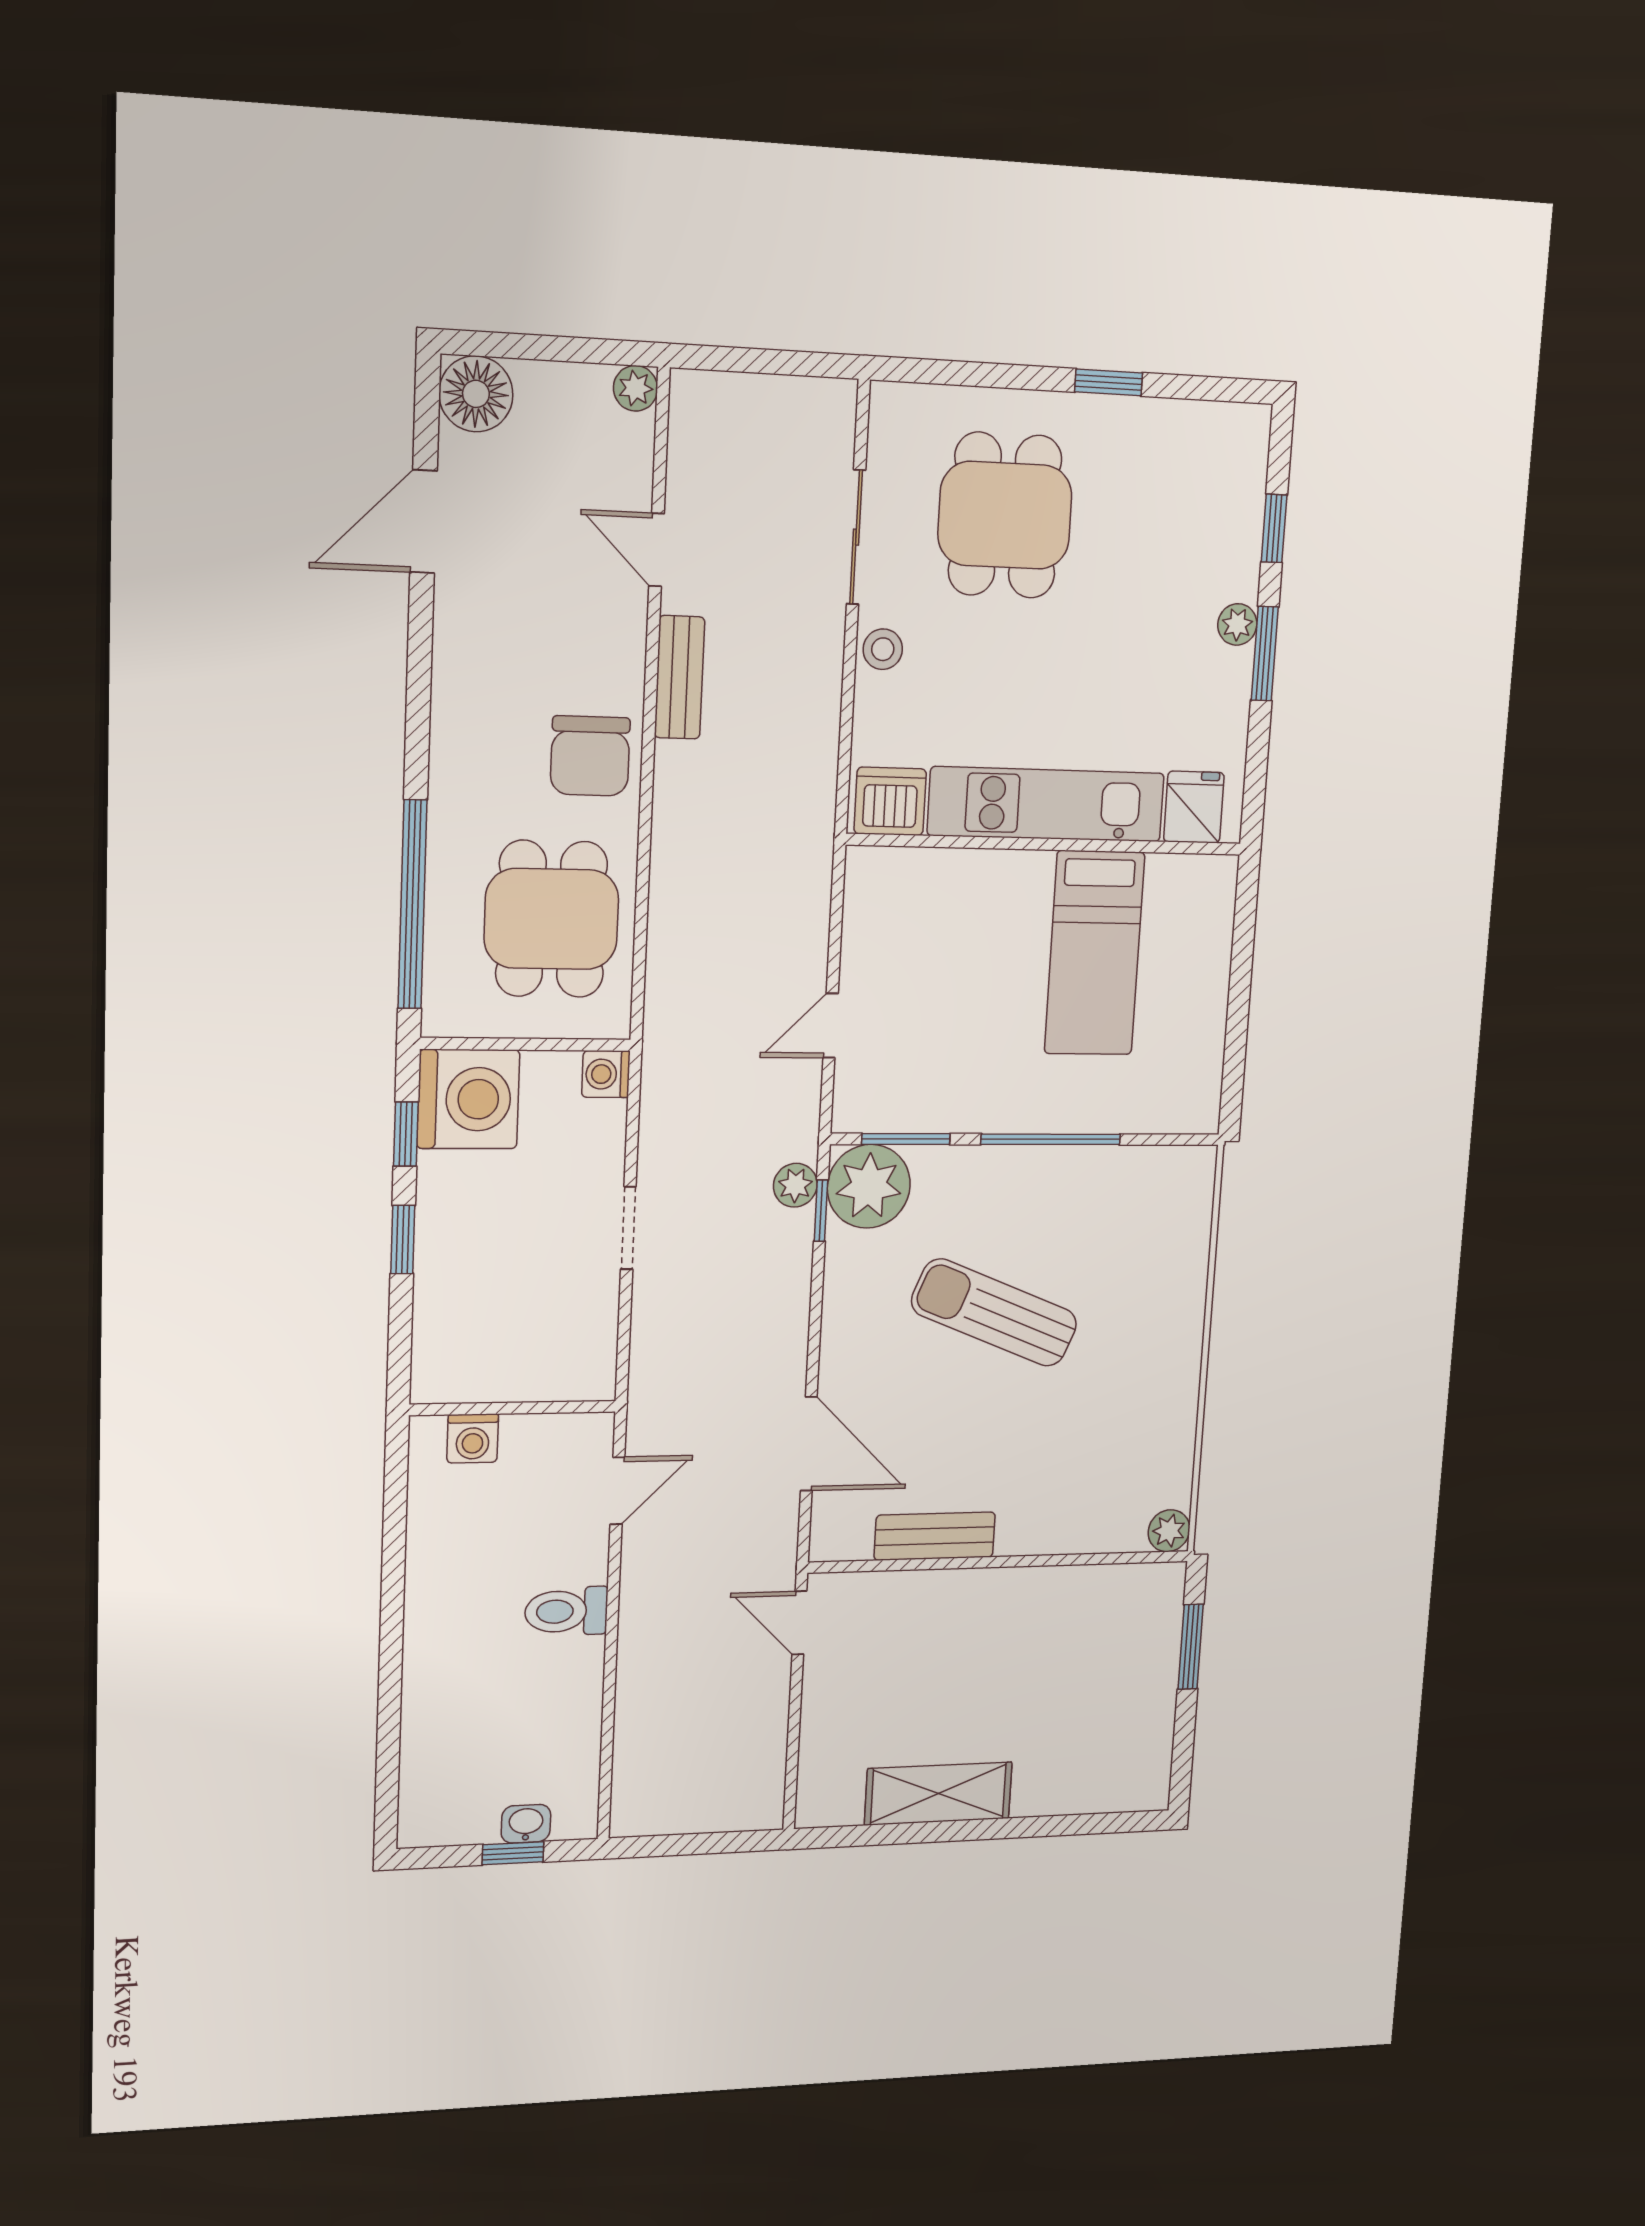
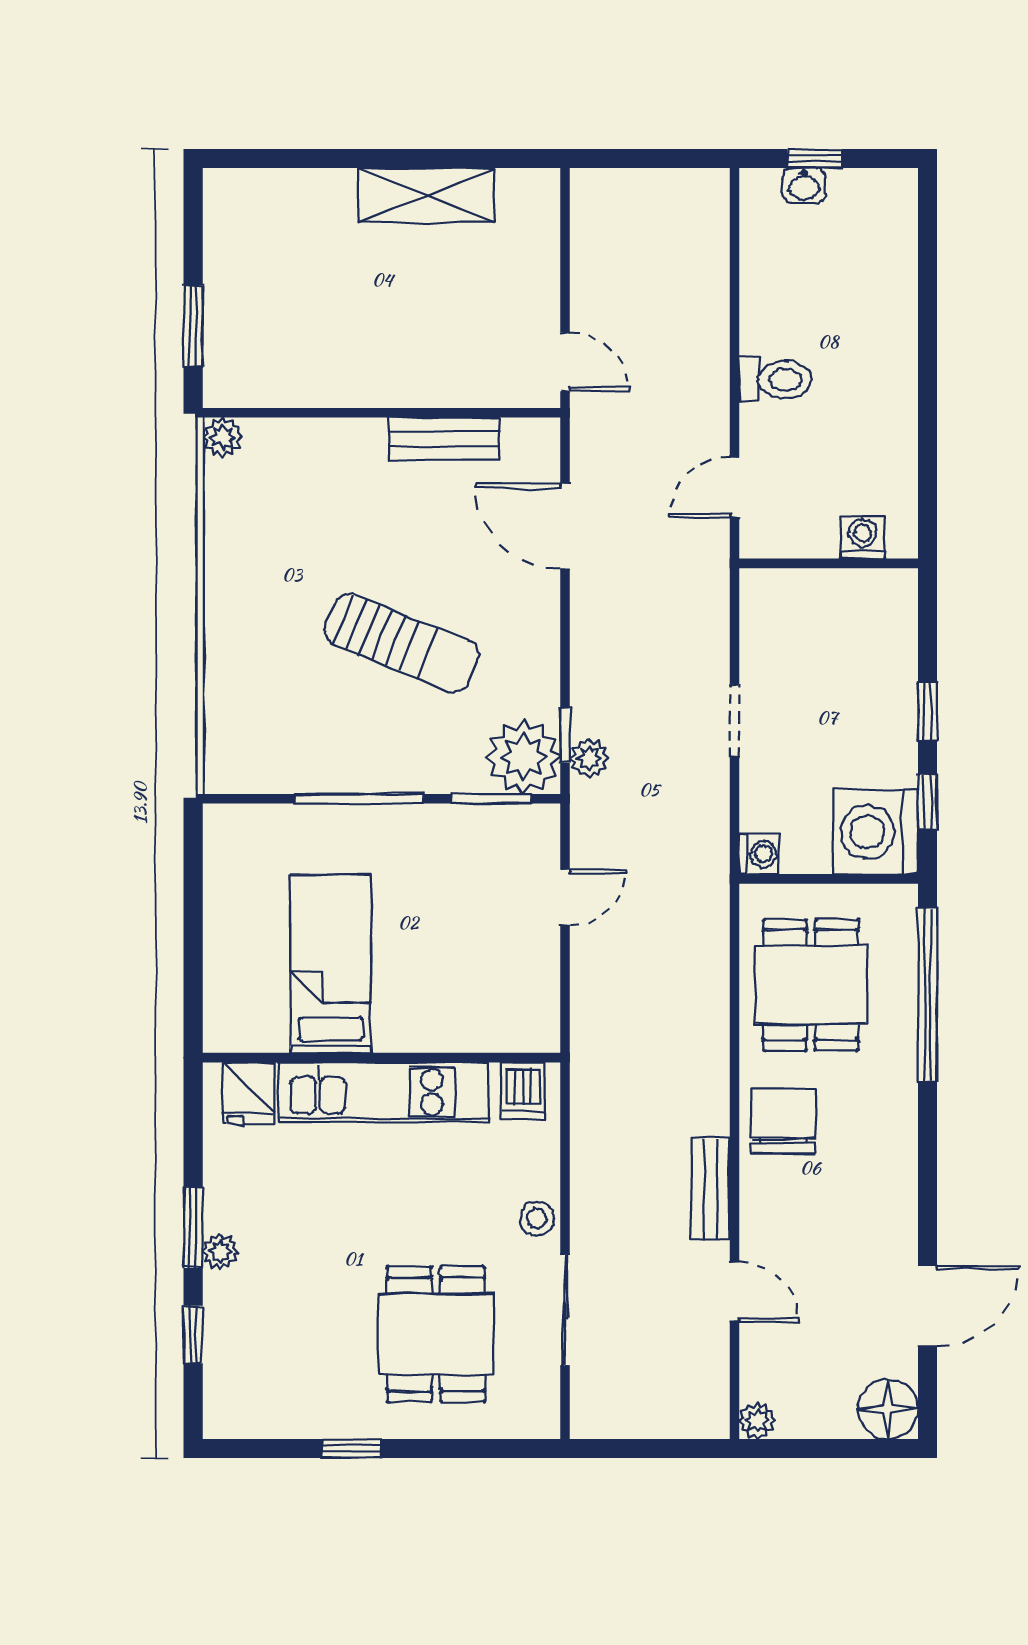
dishwasher: (890, 801) -> (523, 1091), width x0.73

